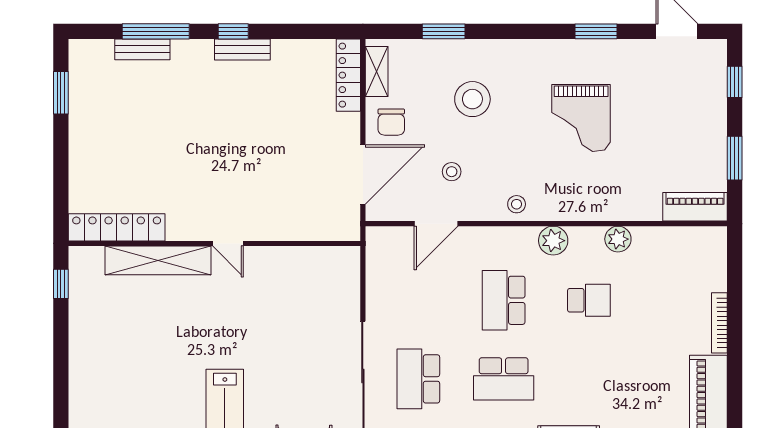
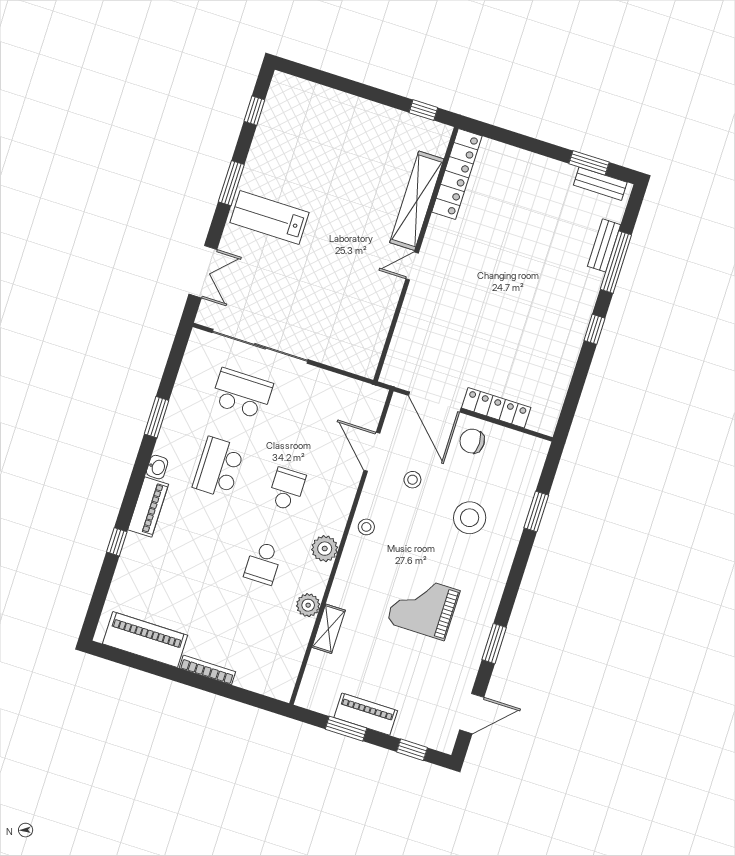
bench: (242, 49) -> (600, 184), moved, turned 90
shelving: (377, 72) -> (329, 629), moved, turned 90
locker: (348, 75) -> (496, 408), moved
piano: (695, 207) -> (366, 714), moved, turned -90
school desk: (504, 300) -> (287, 489), width x0.54

